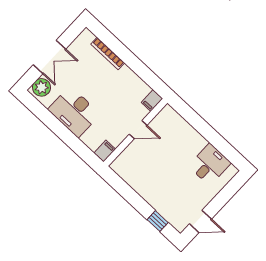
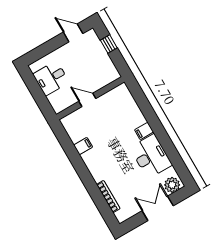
door: (138, 130) -> (87, 100), moved
wall: (135, 132) -> (90, 98), moved
filing cabinet: (105, 151) -> (144, 131), moved

